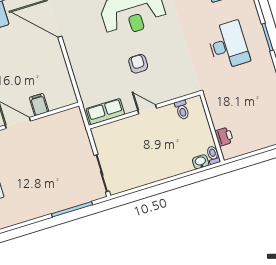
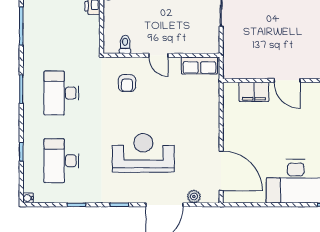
armchair: (138, 64) -> (127, 83), moved
filing cabinet: (39, 105) -> (254, 92), width x2.00

